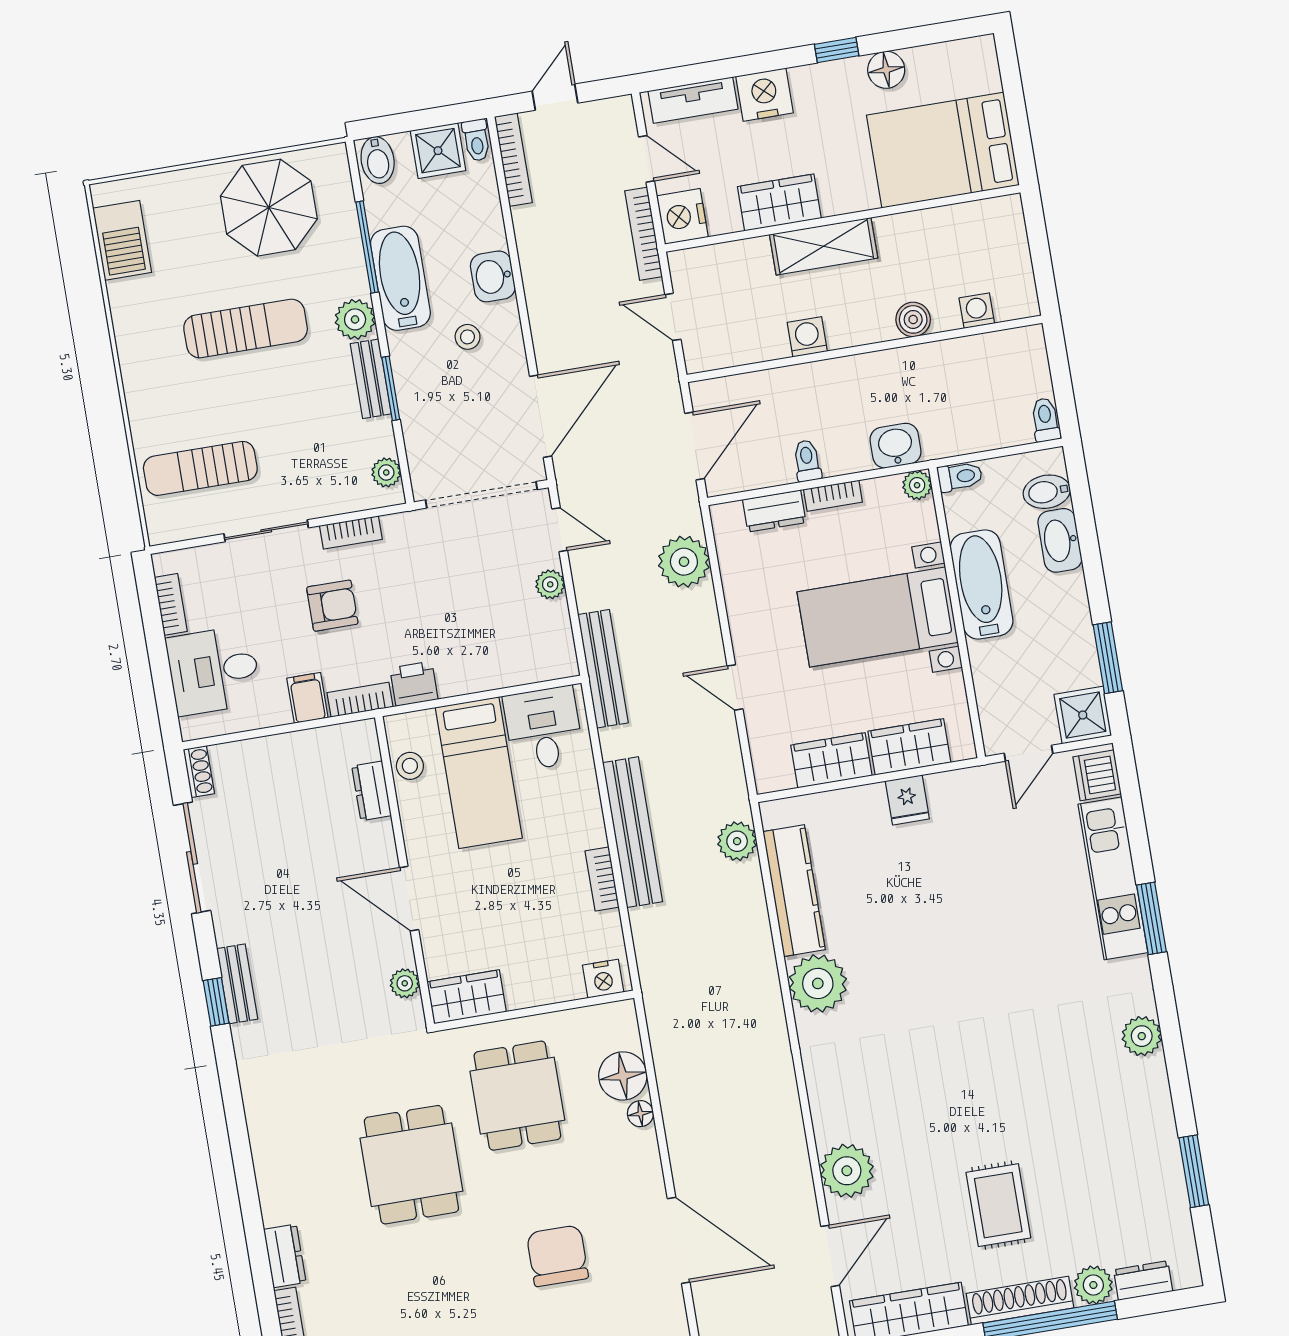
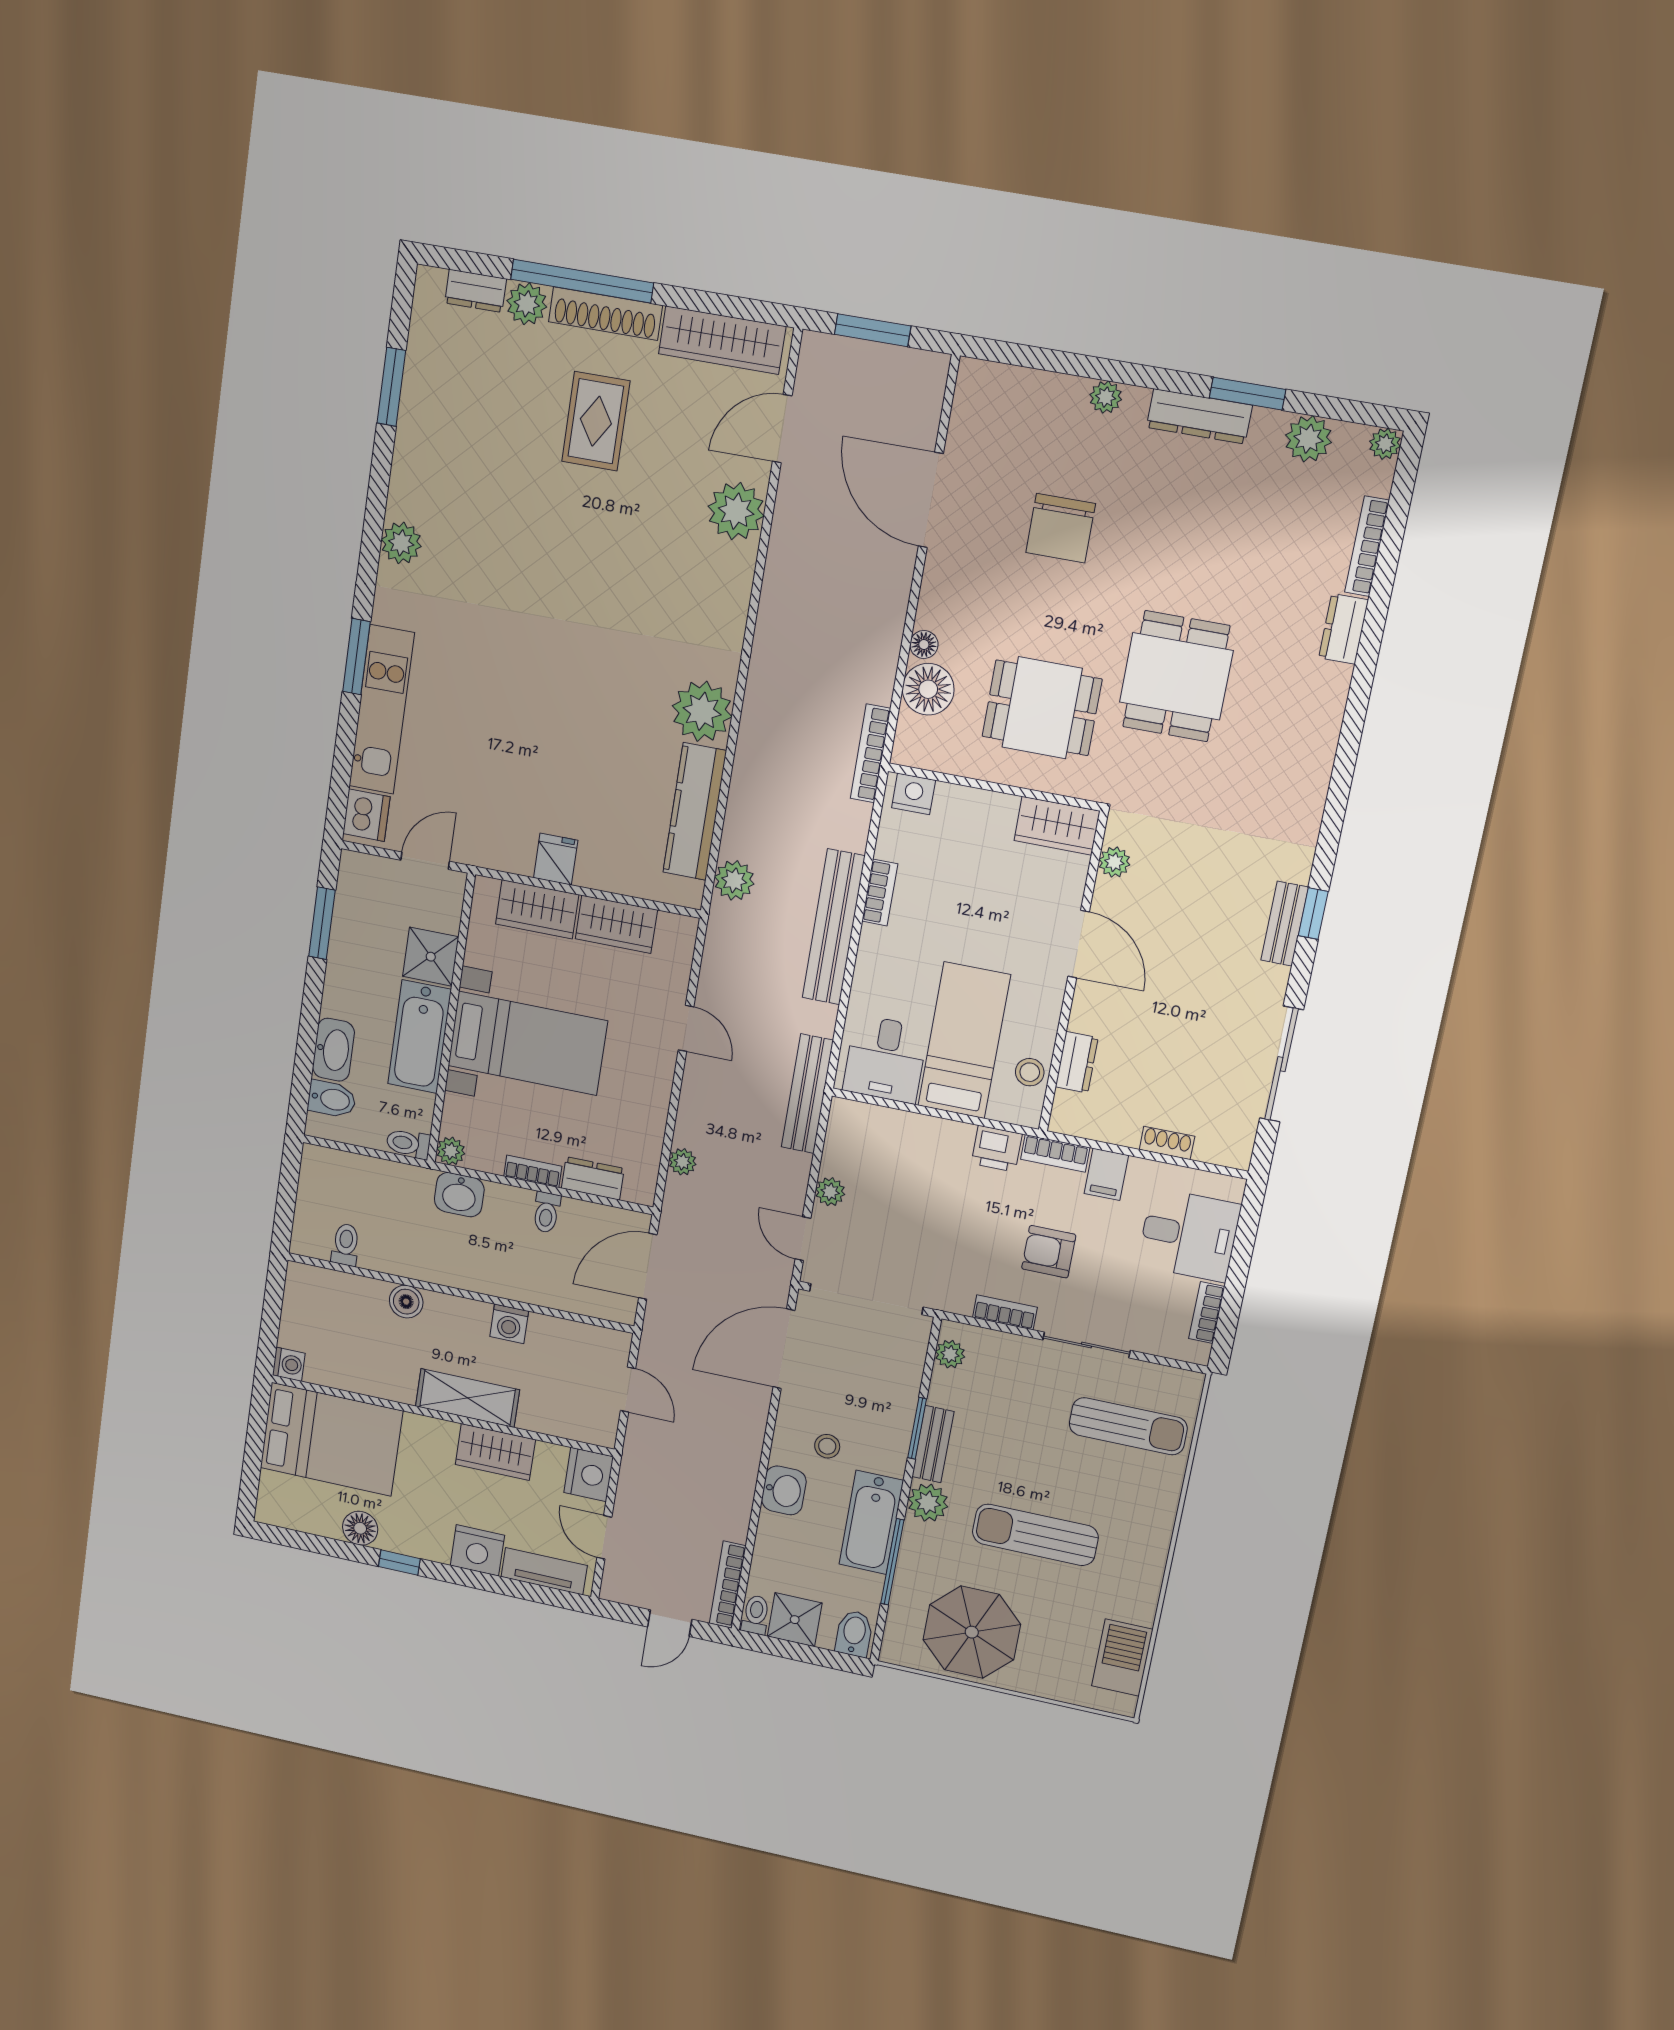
bookcase: (644, 234) -> (870, 753), moved, turned 180
washing machine: (977, 311) -> (289, 1364), moved, turned -90
toilet: (1045, 420) -> (346, 1245), moved, turned 180
plant: (684, 562) -> (683, 1162), width x0.53, depth x0.53
shower: (1083, 715) -> (431, 957), moved
shoe rack: (199, 772) -> (1167, 1143), moved, turned 90
dining table: (517, 1096) -> (1042, 708), turned 90

